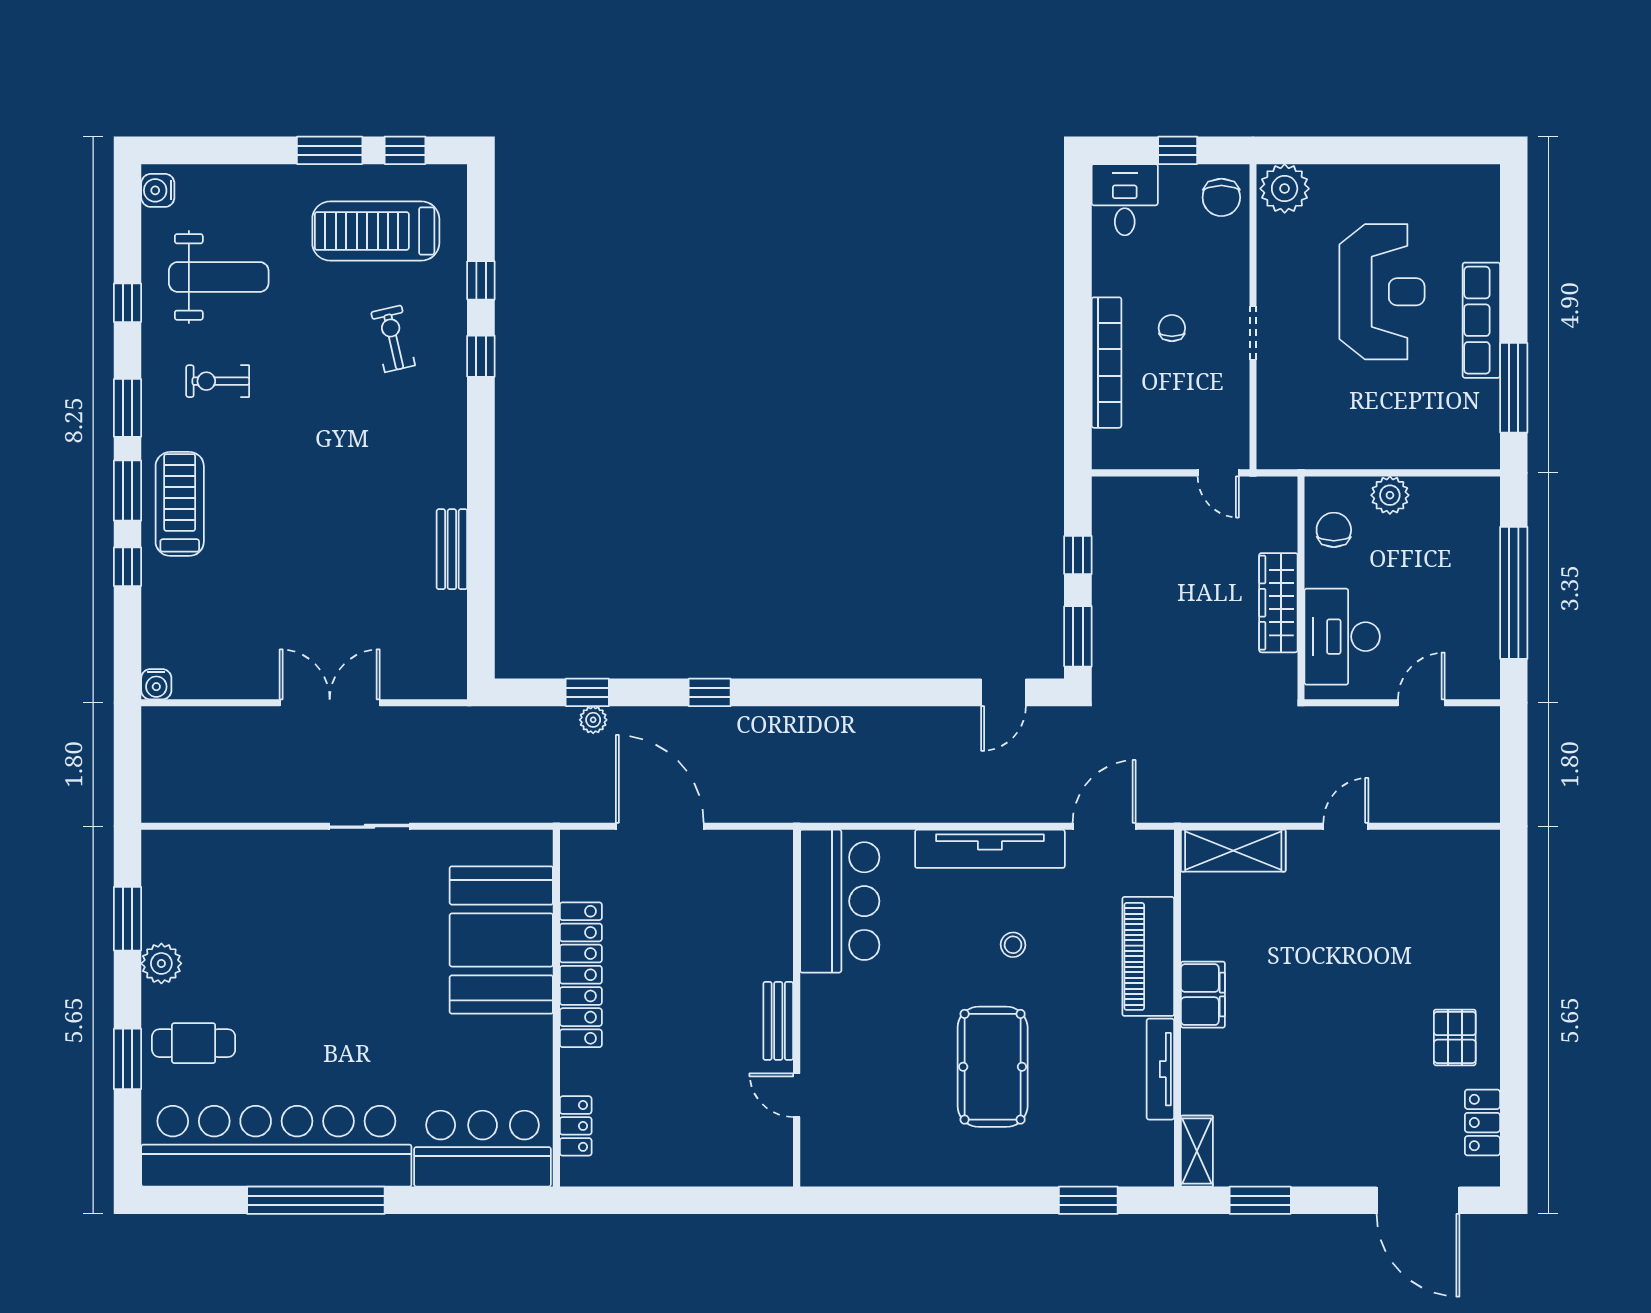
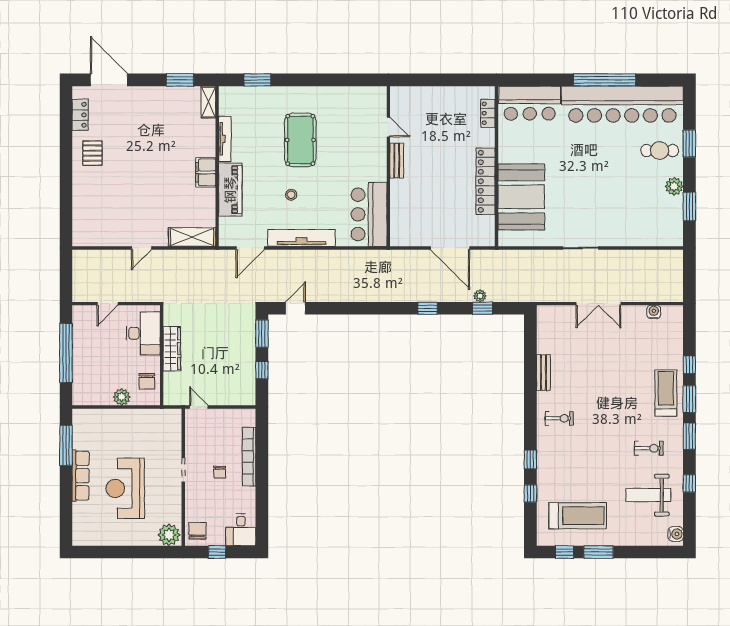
exercise bike: (393, 339) -> (559, 418), moved, turned -77
treadmill: (180, 504) -> (666, 393), turned 180
water cooler: (156, 684) -> (654, 312), moved

